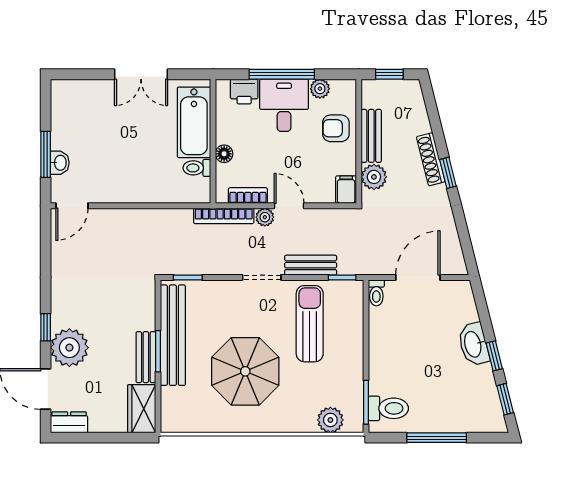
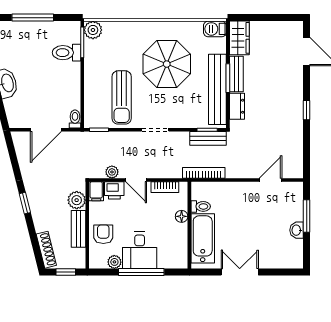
printer: (244, 91) -> (114, 190), moved, turned 180
armchair: (336, 128) -> (103, 234), turned -90
shoe rack: (431, 159) -> (46, 250), moved
washbasin: (60, 163) -> (297, 230), moved
door: (72, 206) -> (271, 180), moved
bookcase: (224, 216) -> (204, 173), moved
plant: (265, 217) -> (112, 172), moved
bench: (311, 265) -> (208, 138), moved
window: (46, 327) -> (307, 110), moved
plant: (69, 348) -> (290, 81), removed
toilet: (388, 408) -> (67, 53), moved
plant: (330, 420) -> (93, 30), moved
barbecue: (176, 421) -> (215, 29), added
dresser: (69, 422) -> (237, 106), moved, turned -90

